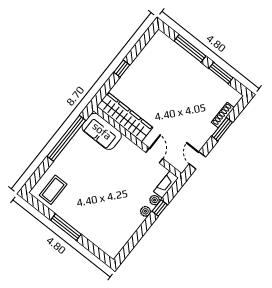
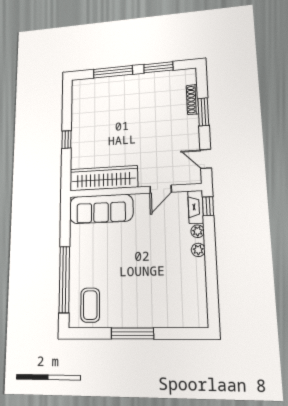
sofa: (102, 131) -> (101, 209), width x1.36
window: (66, 138) -> (64, 279), moved
door: (154, 156) -> (161, 189), swing flipped
window: (160, 208) -> (208, 206), moved

